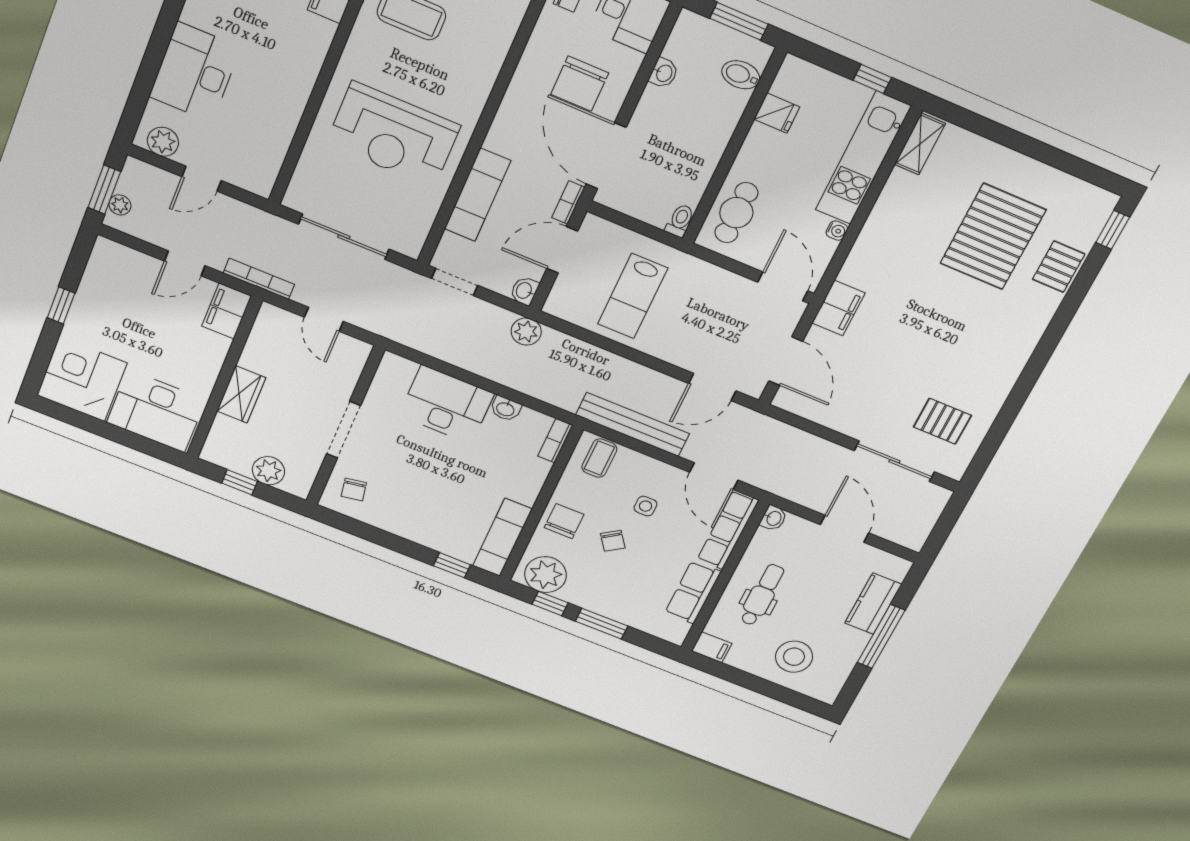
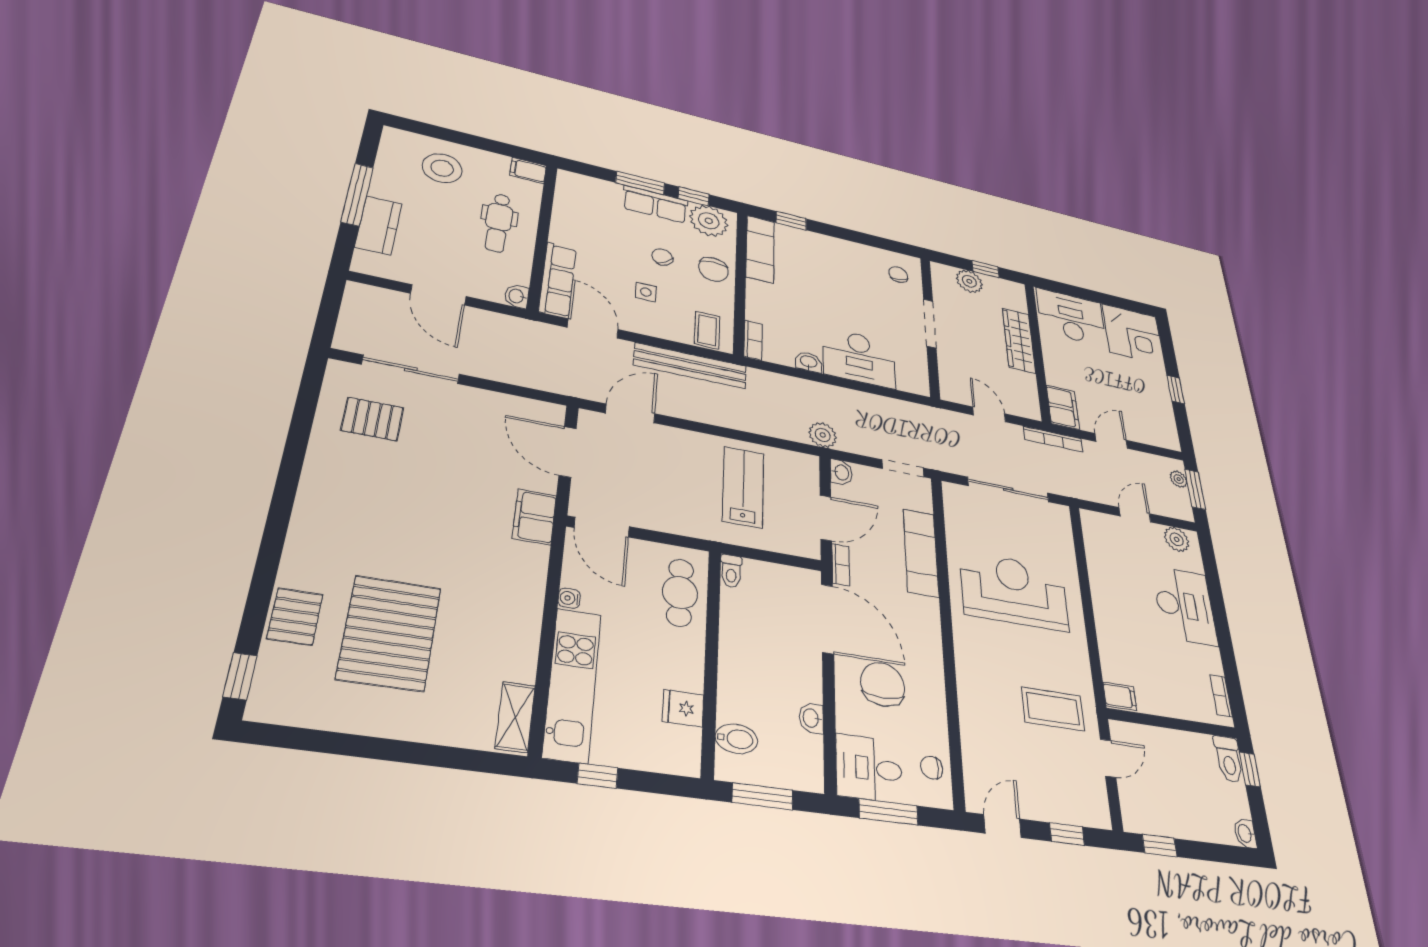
wardrobe: (241, 394) -> (1019, 340), width x1.50
row of seats: (693, 592) -> (655, 204), moved, turned 90

